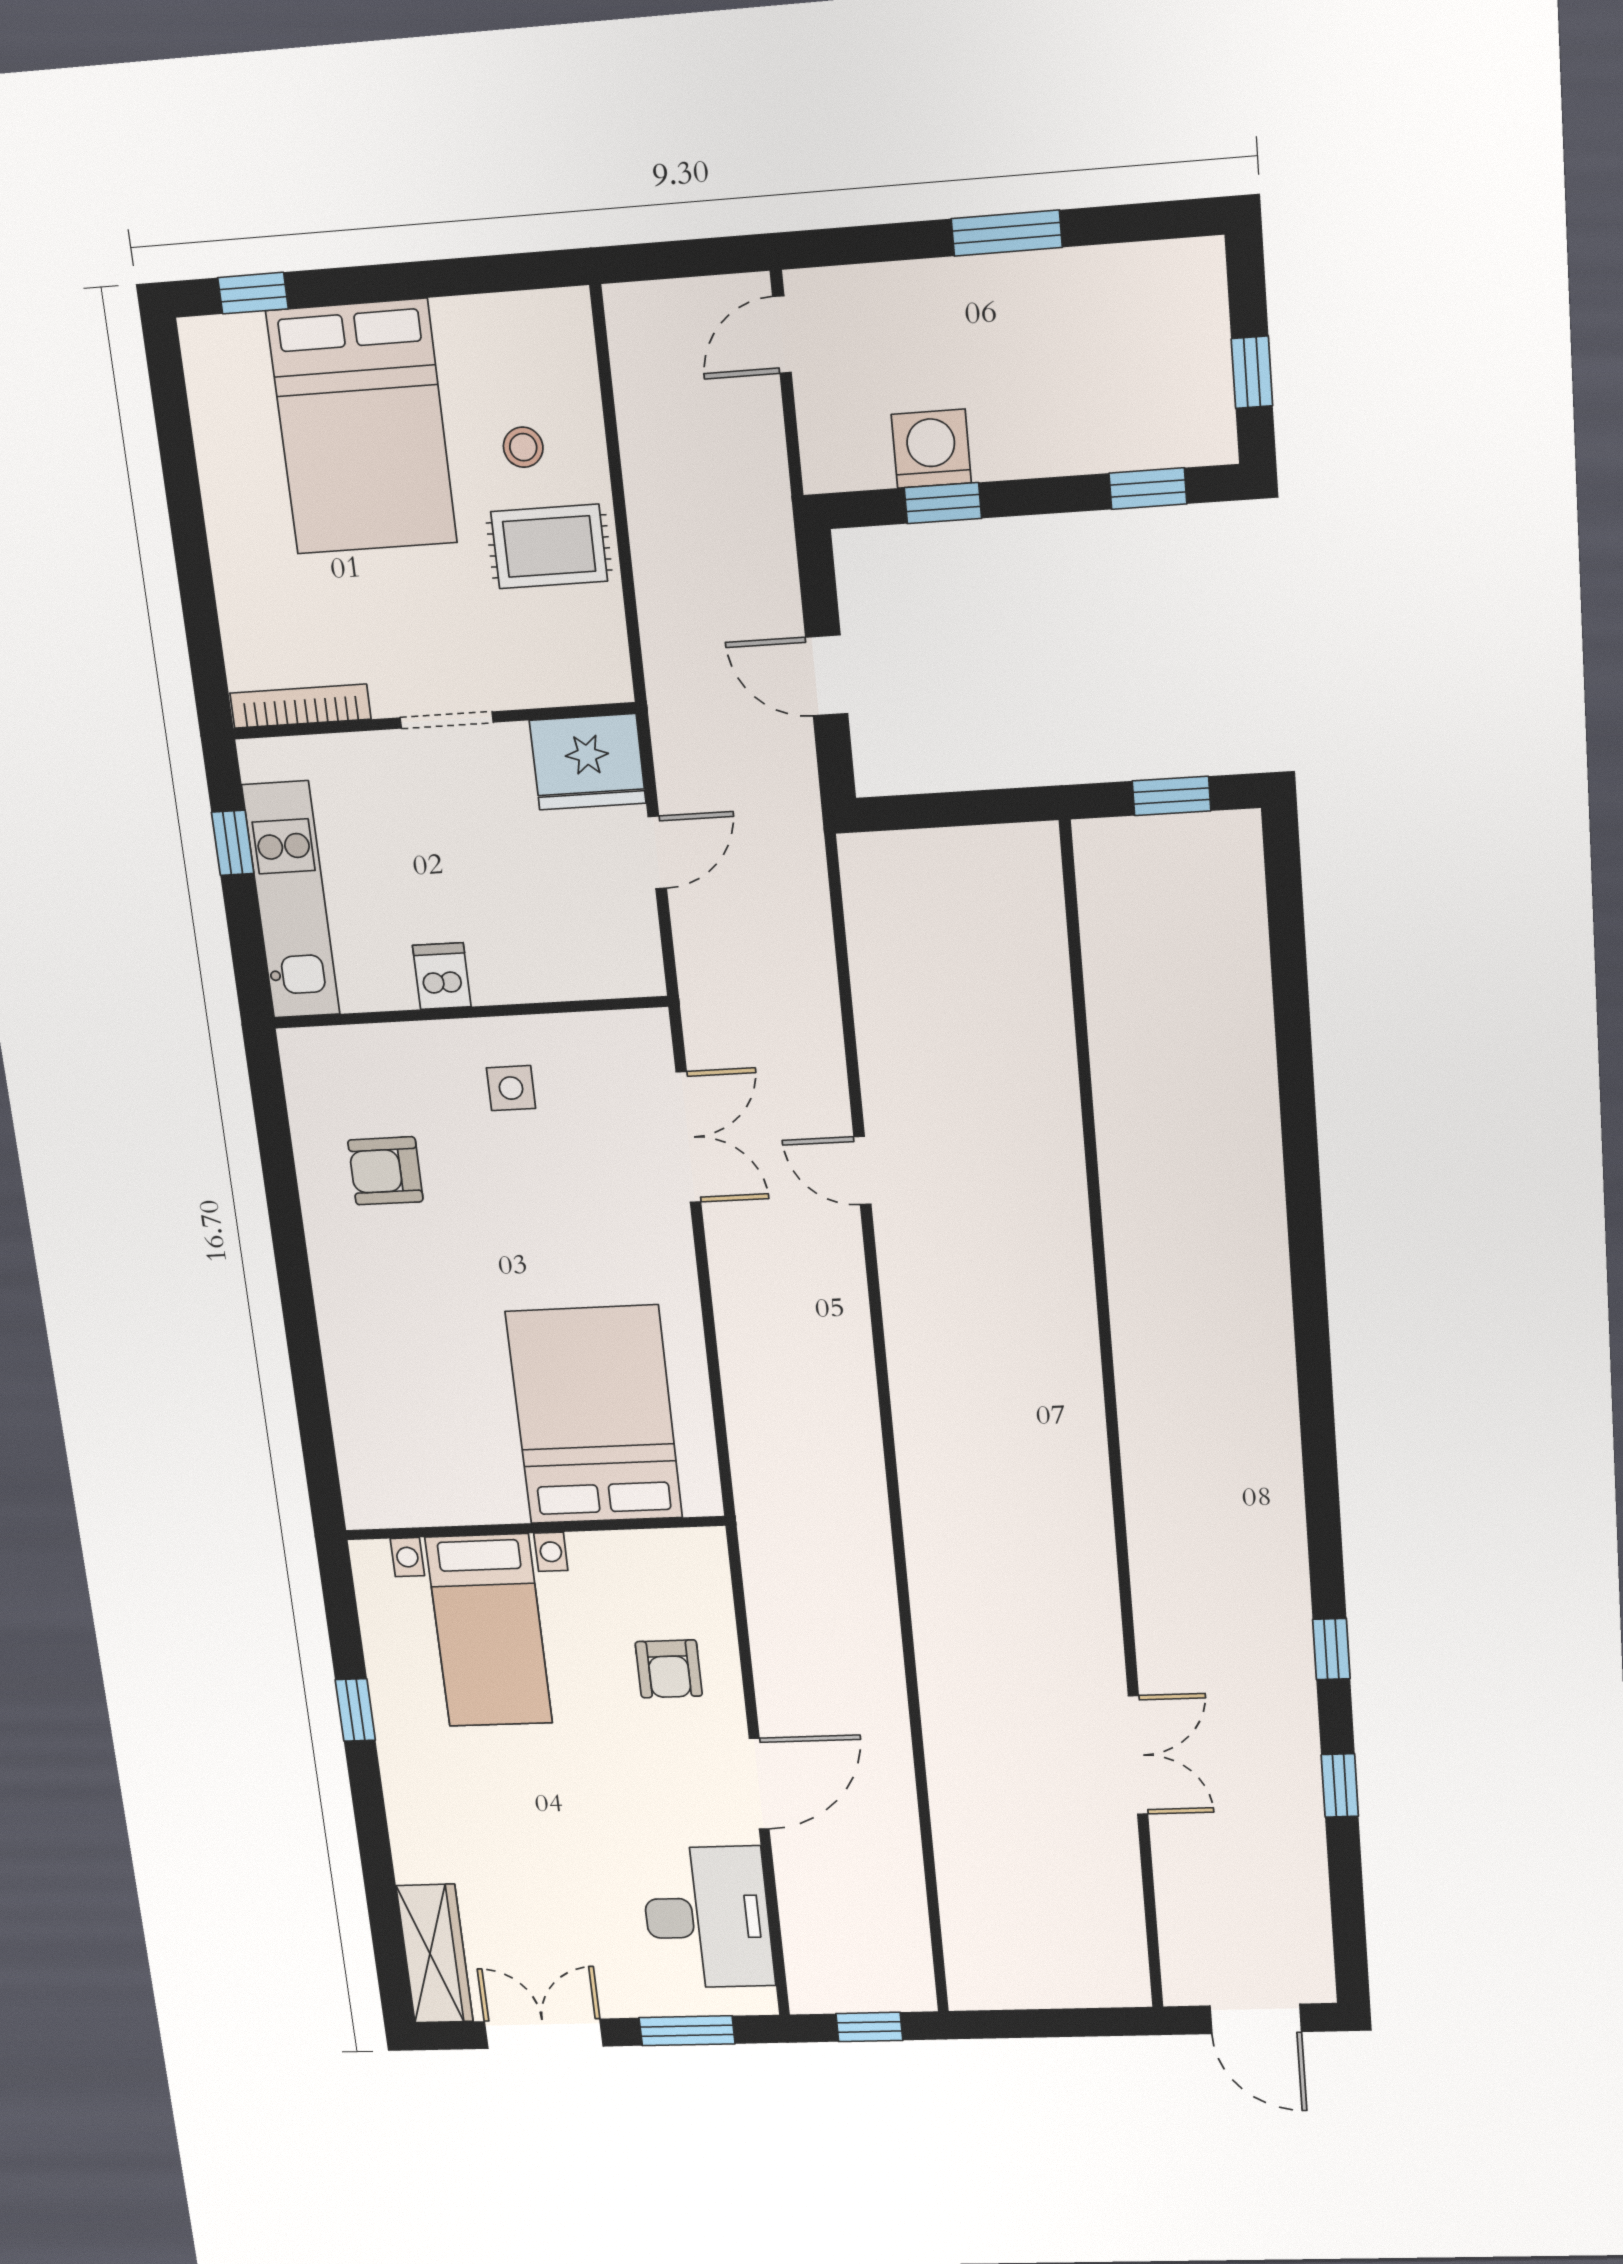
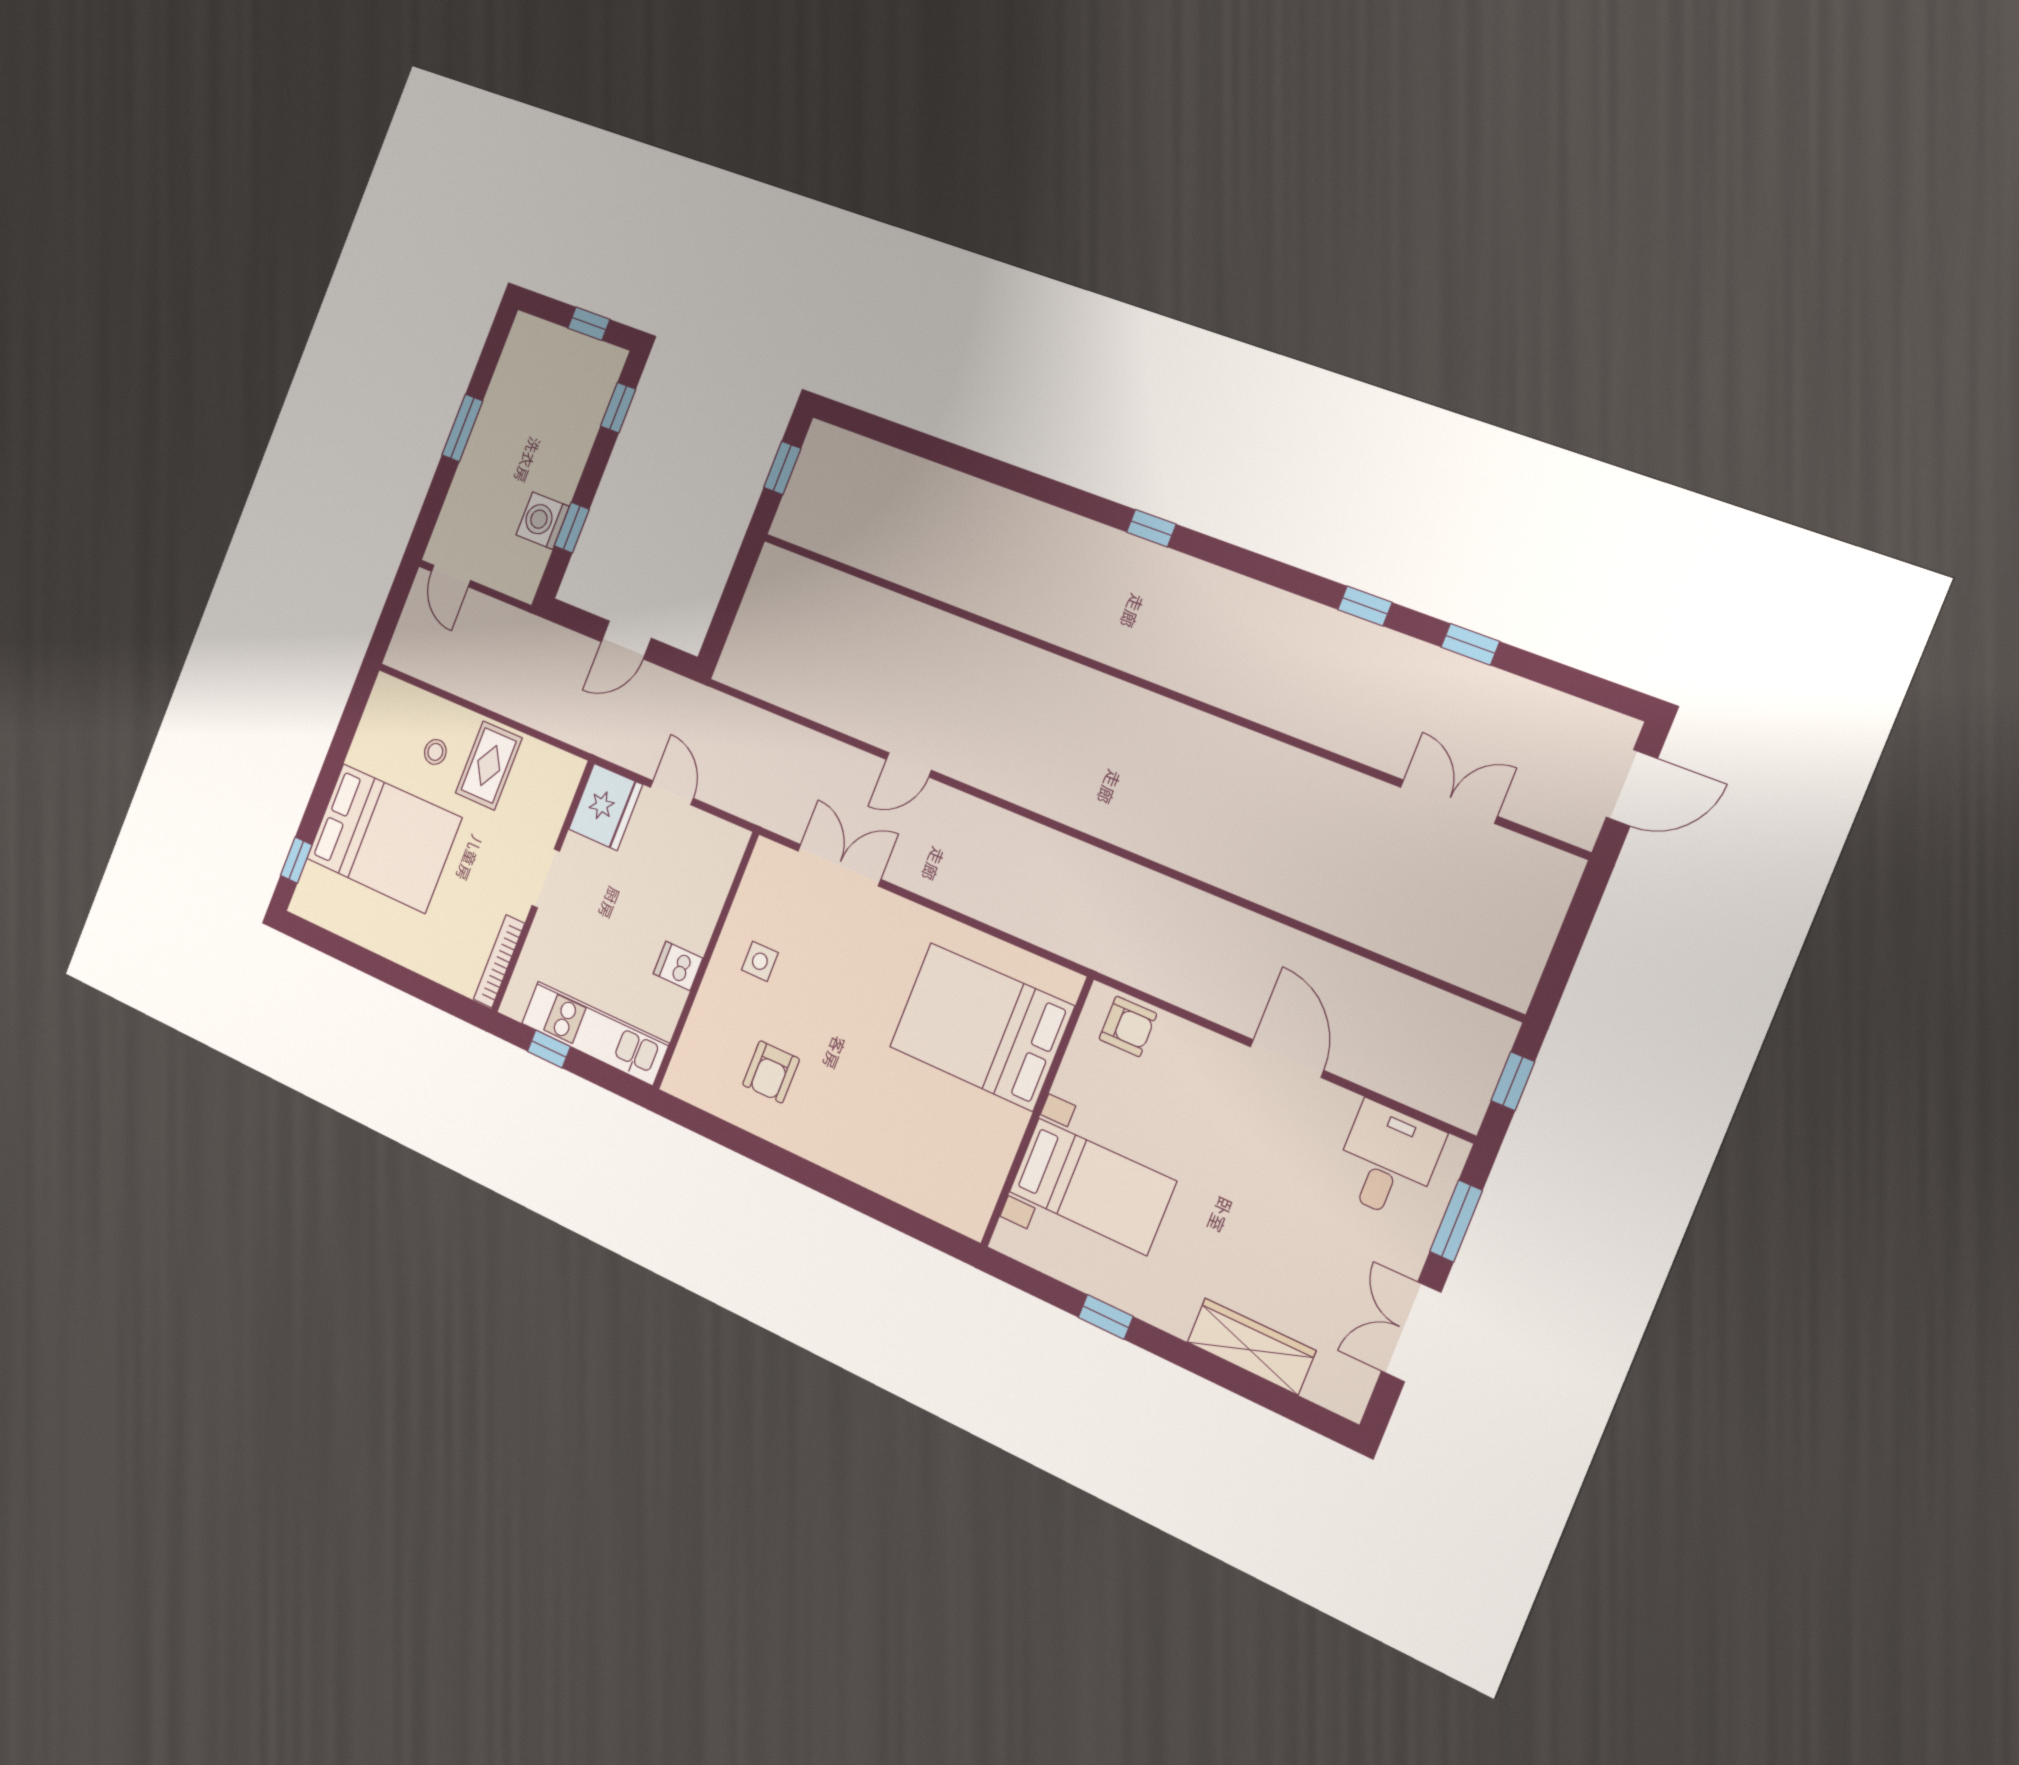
window: (1313, 1349) -> (1151, 528), added
armchair: (669, 1669) -> (1128, 1026), moved
double door: (1138, 1755) -> (1449, 802), moved
desk: (707, 1917) -> (1388, 1161), width x0.73
wardrobe: (435, 1954) -> (1251, 1346), moved

